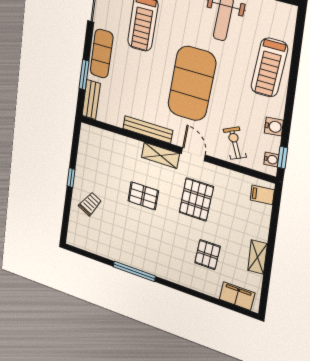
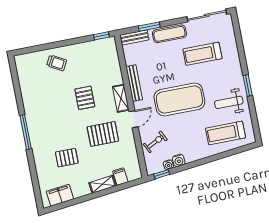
treadmill: (269, 68) -> (225, 133), moved
water cooler: (271, 159) -> (168, 165), moved
window: (71, 178) -> (101, 36), moved
filing cabinet: (262, 195) -> (120, 177), moved
shelving: (257, 257) -> (102, 184), moved
window: (134, 271) -> (26, 132), moved
filing cabinet: (237, 296) -> (60, 195), moved, turned -96

